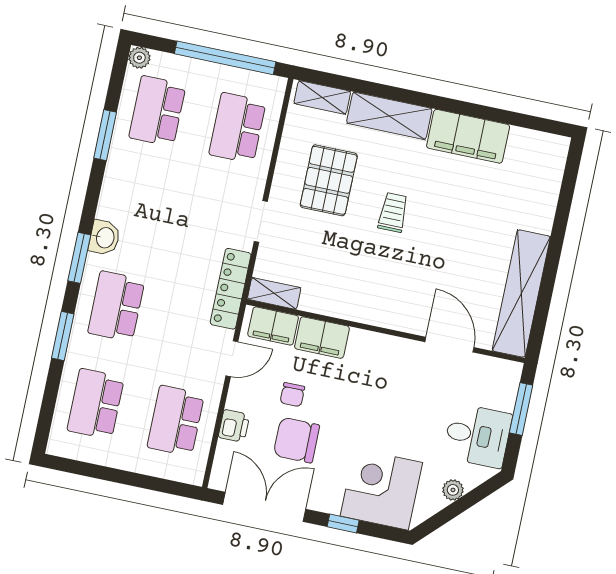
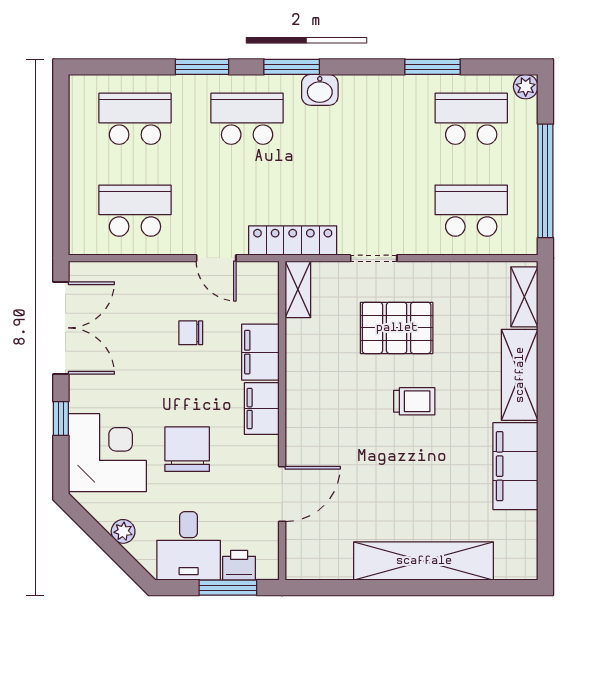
pallet: (329, 180) -> (397, 328), moved
shelving: (521, 294) -> (424, 561), moved
filing cabinet: (273, 326) -> (262, 409), moved
printer: (234, 426) -> (239, 565), moved, turned 180
chair: (296, 440) -> (187, 449), moved

